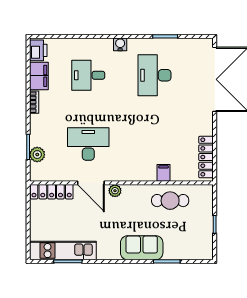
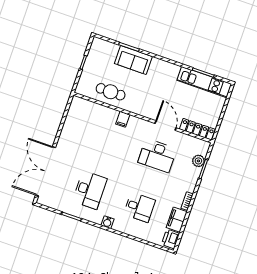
locker: (206, 157) -> (72, 115), removed
filing cabinet: (163, 173) -> (123, 119), moved
plant: (115, 191) -> (149, 114), removed
sofa: (142, 248) -> (133, 60), moved

